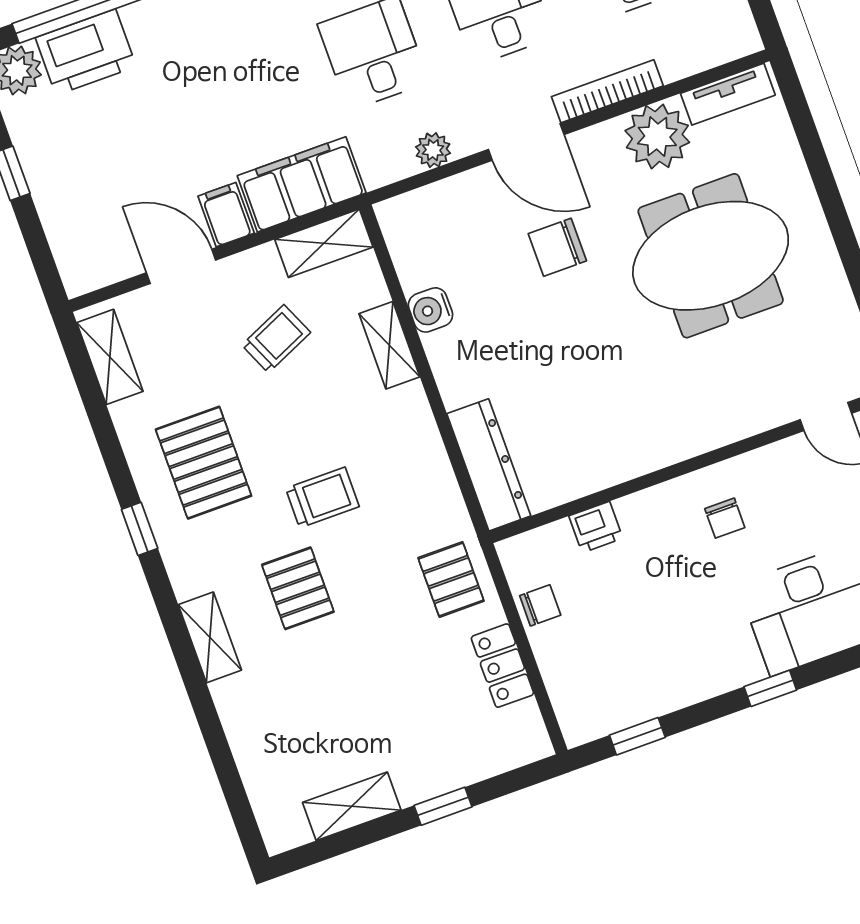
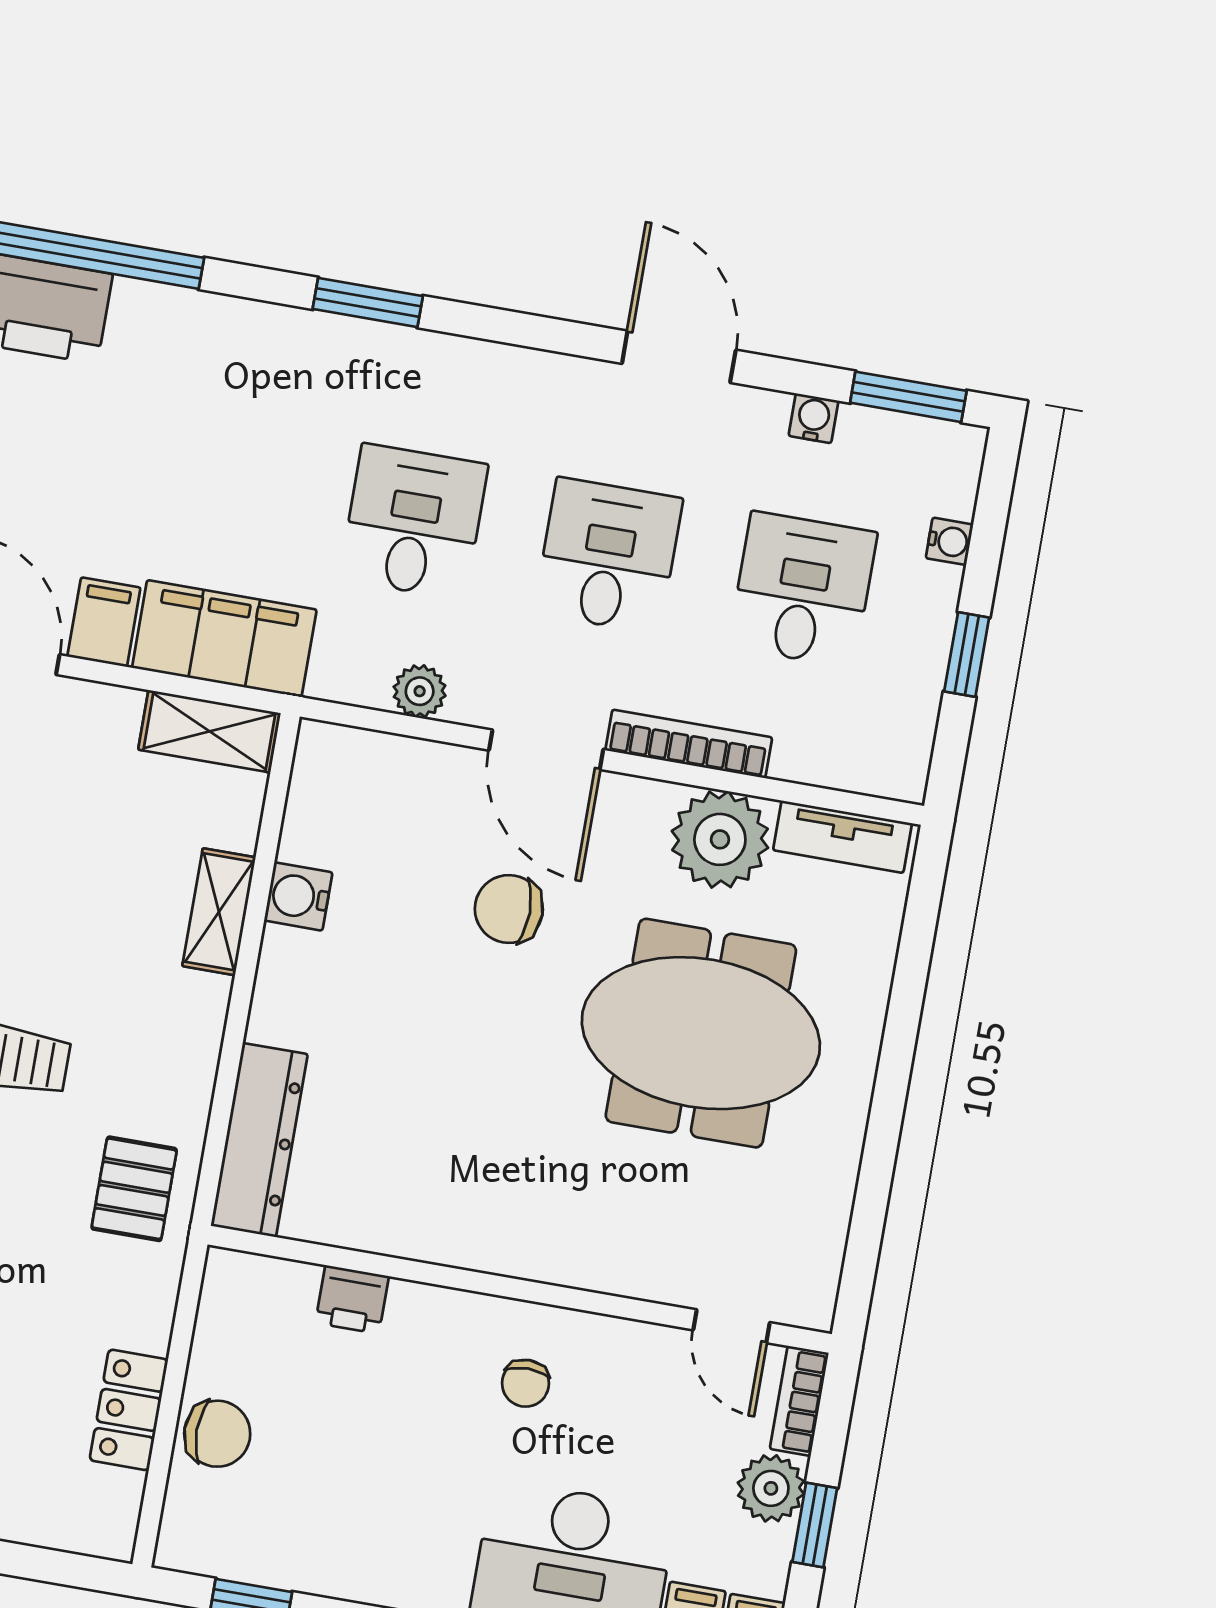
trolley: (276, 339) -> (77, 820), removed
pallet: (451, 579) -> (134, 1189), moved
chair: (540, 605) -> (217, 1434), moved, width x1.37, depth x1.37

